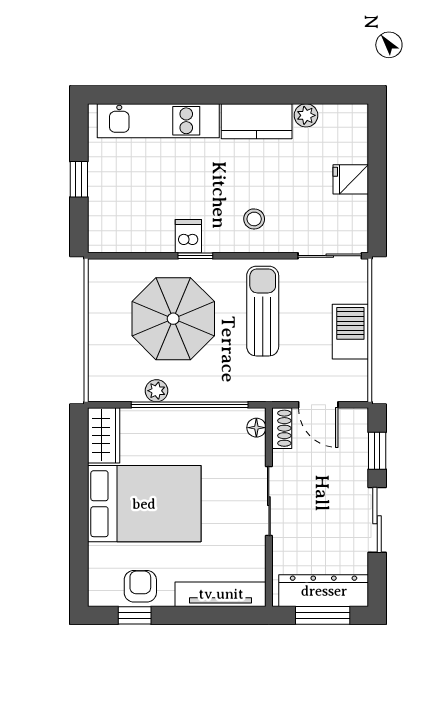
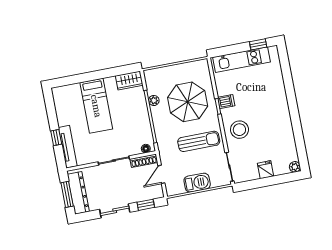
plant: (306, 115) -> (295, 167), moved
kitchen unit: (158, 121) -> (242, 60), moved, turned -90
kitchen counter: (257, 121) -> (284, 122), removed
window: (79, 179) -> (258, 44), moved
stool: (254, 219) -> (239, 130), width x1.89, depth x1.89
shoe rack: (282, 428) -> (144, 161), width x1.43
bed: (144, 504) -> (96, 106), width x0.67
armchair: (140, 586) -> (64, 110), removed
window: (135, 615) -> (56, 138), moved

